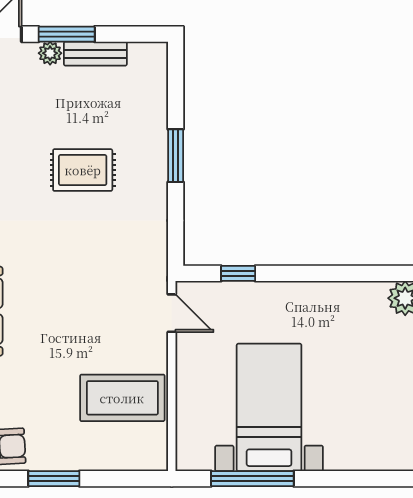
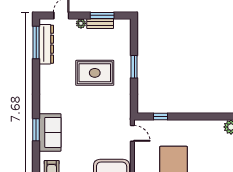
window: (67, 34) -> (102, 15), moved
rug: (83, 170) -> (95, 73), width x1.36, depth x1.43

